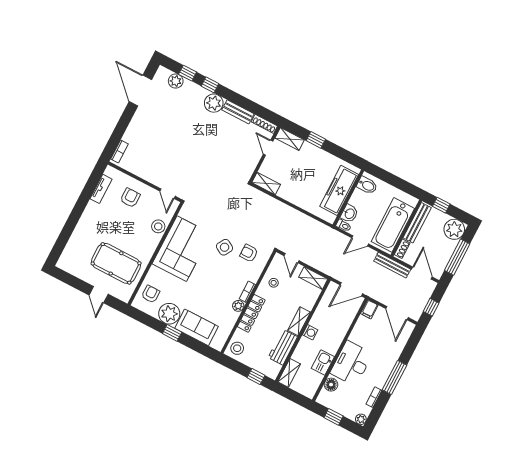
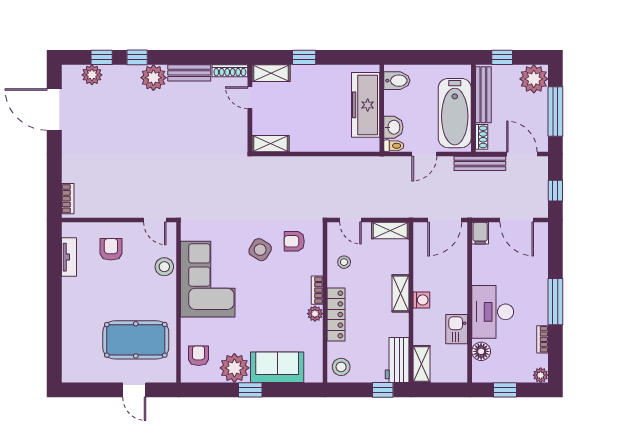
workbench: (283, 347) -> (397, 360), moved

